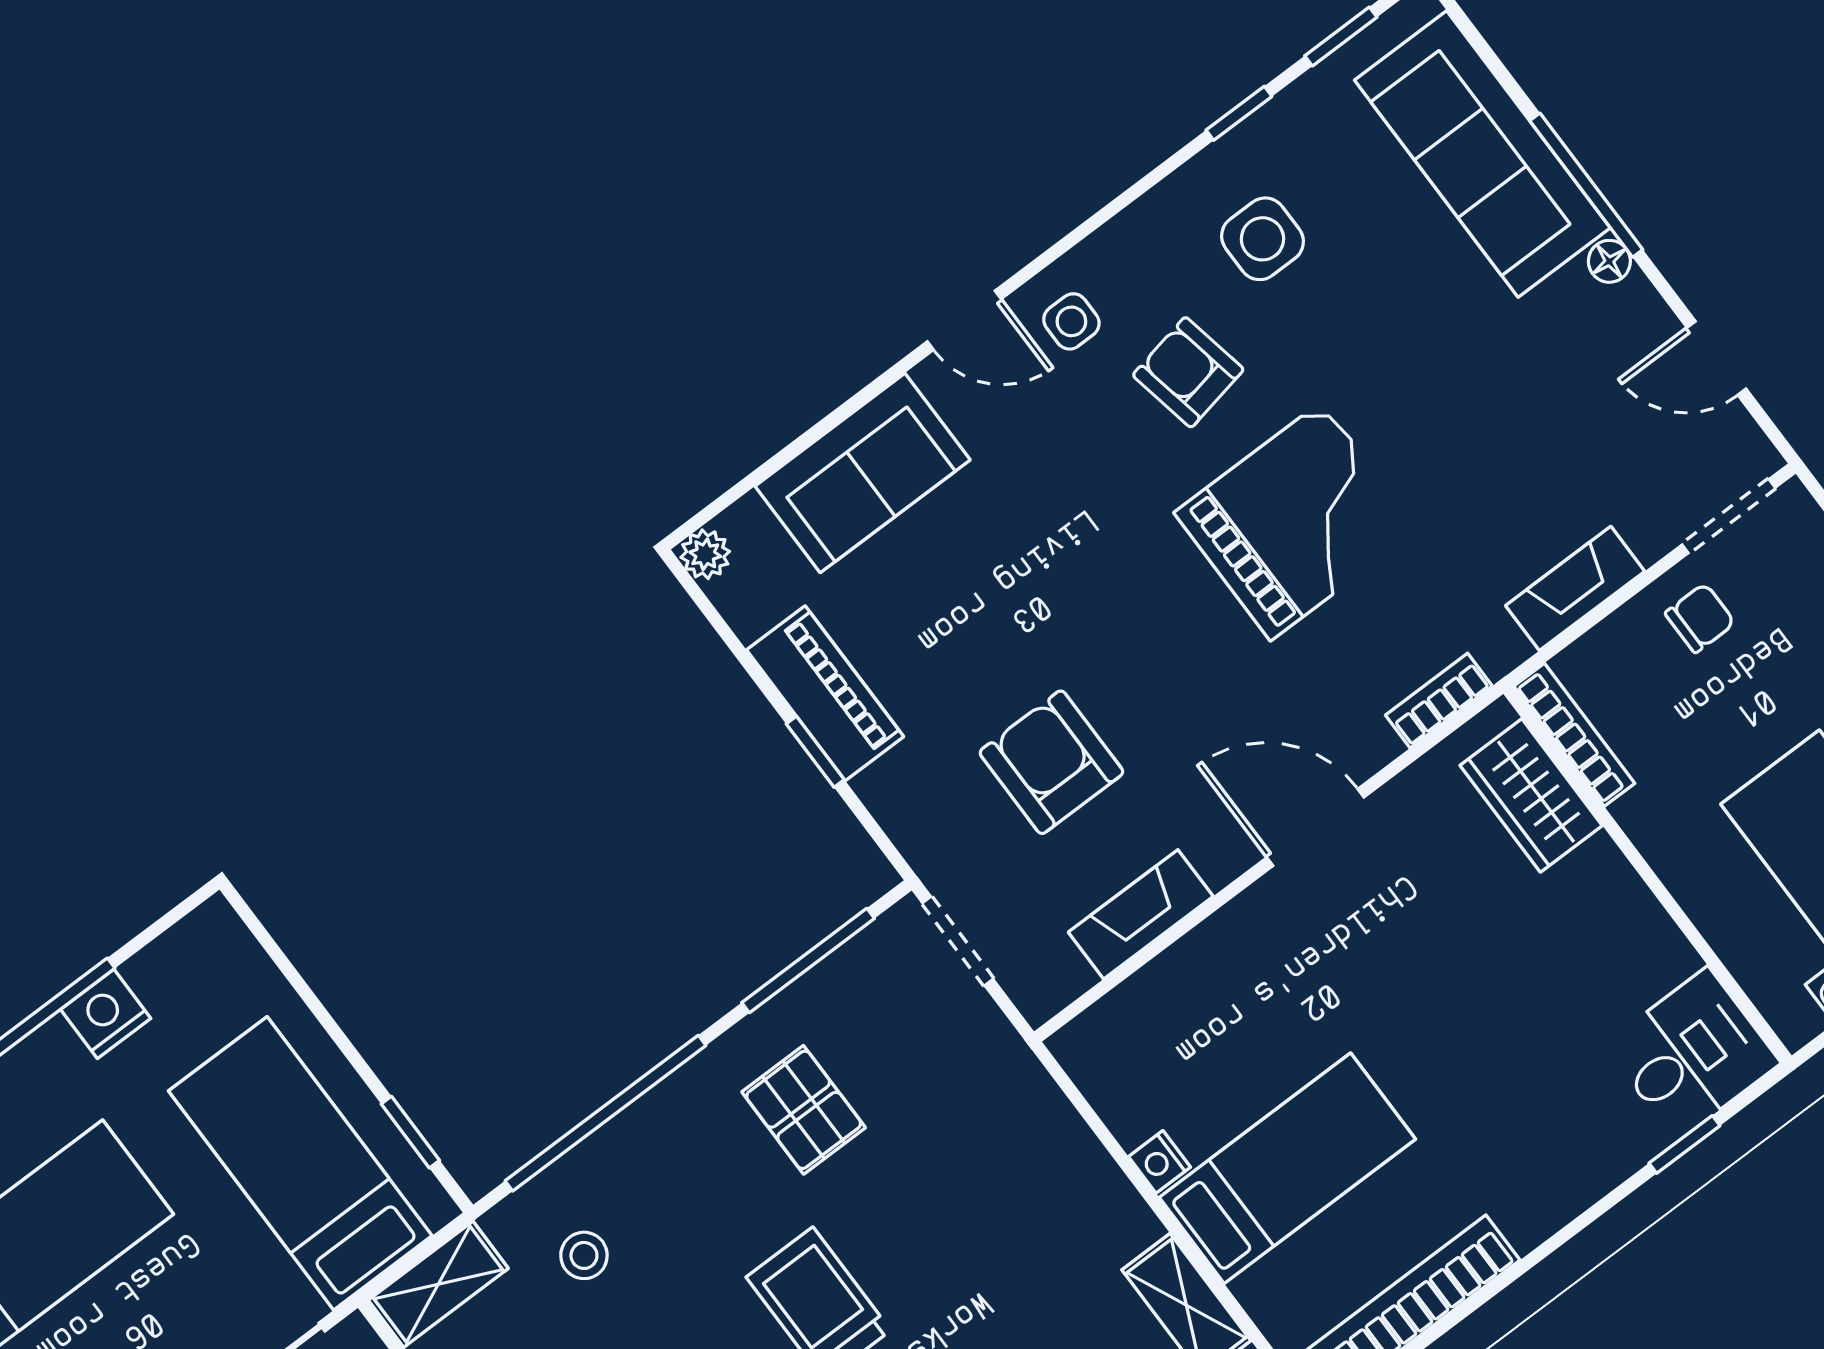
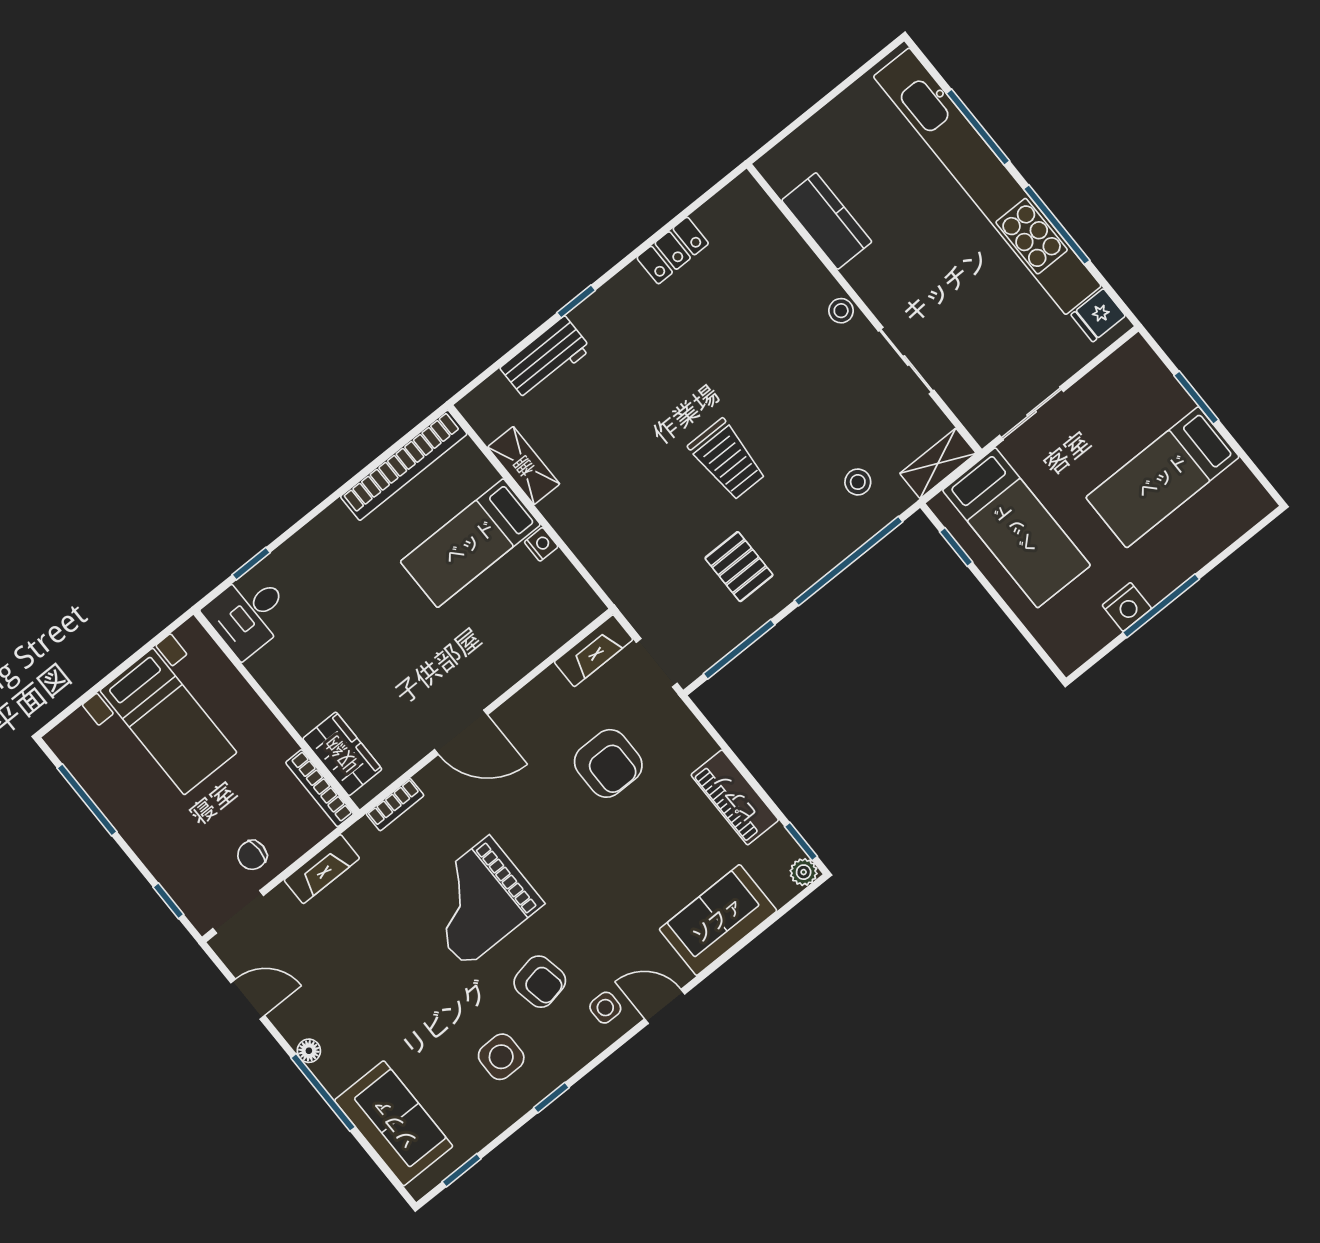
window: (1239, 113) -> (551, 1098), moved
sofa: (1482, 154) -> (394, 1123), width x0.73
window: (815, 752) -> (801, 841), moved
fireplace: (1141, 914) -> (594, 651), moved

